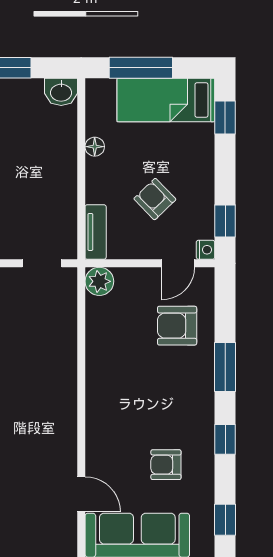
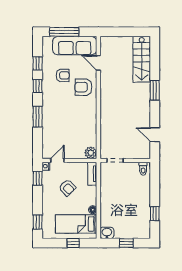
window: (141, 68) -> (73, 243), width x0.46
bed: (166, 100) -> (76, 224), moved, turned 180
armchair: (177, 326) -> (84, 87), moved, turned 180
window: (225, 520) -> (38, 63), moved

